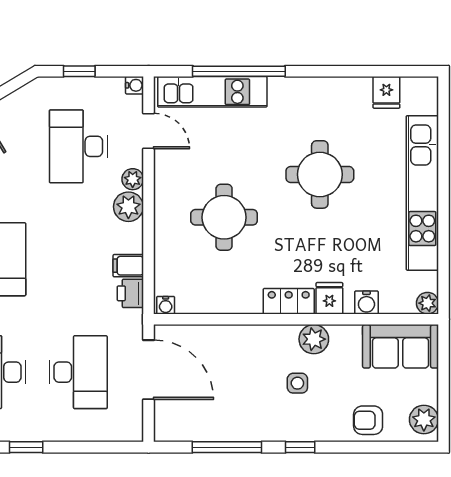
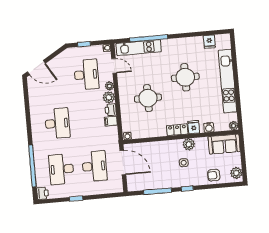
desk: (78, 146) -> (86, 75), turned 180
printer: (130, 293) -> (111, 110), moved

